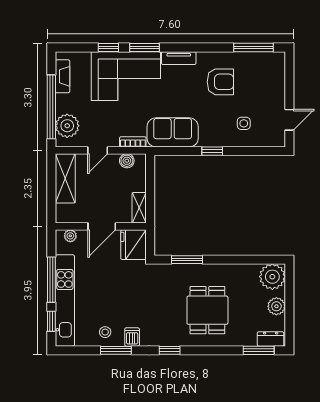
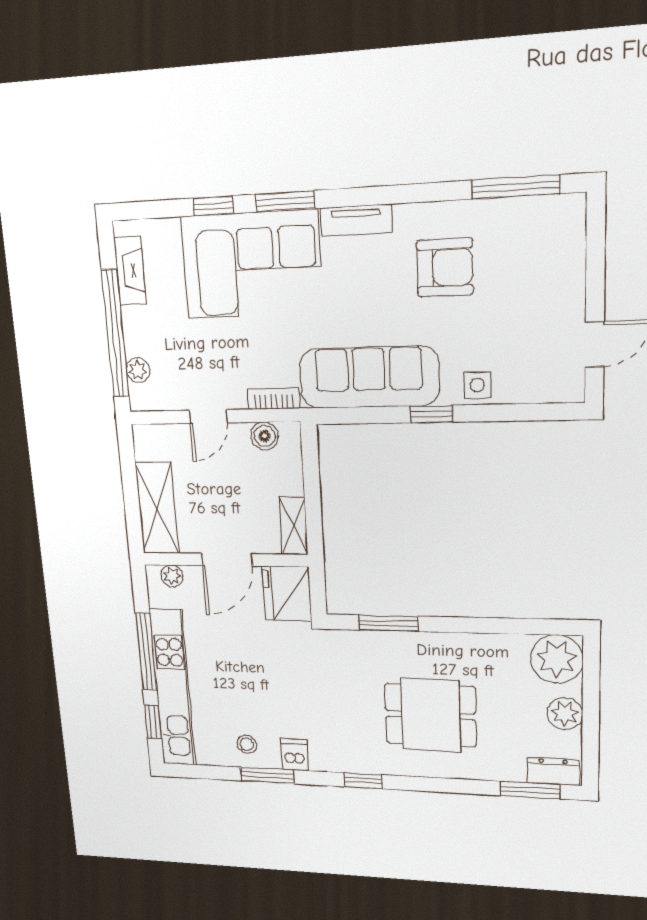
side table: (244, 123) -> (477, 385), moved
plant: (67, 126) -> (138, 370), width x0.53, depth x0.53
sofa: (173, 132) -> (369, 377), width x1.36
shelving: (65, 178) -> (157, 508), moved
dining table: (207, 310) -> (430, 715), turned 90

